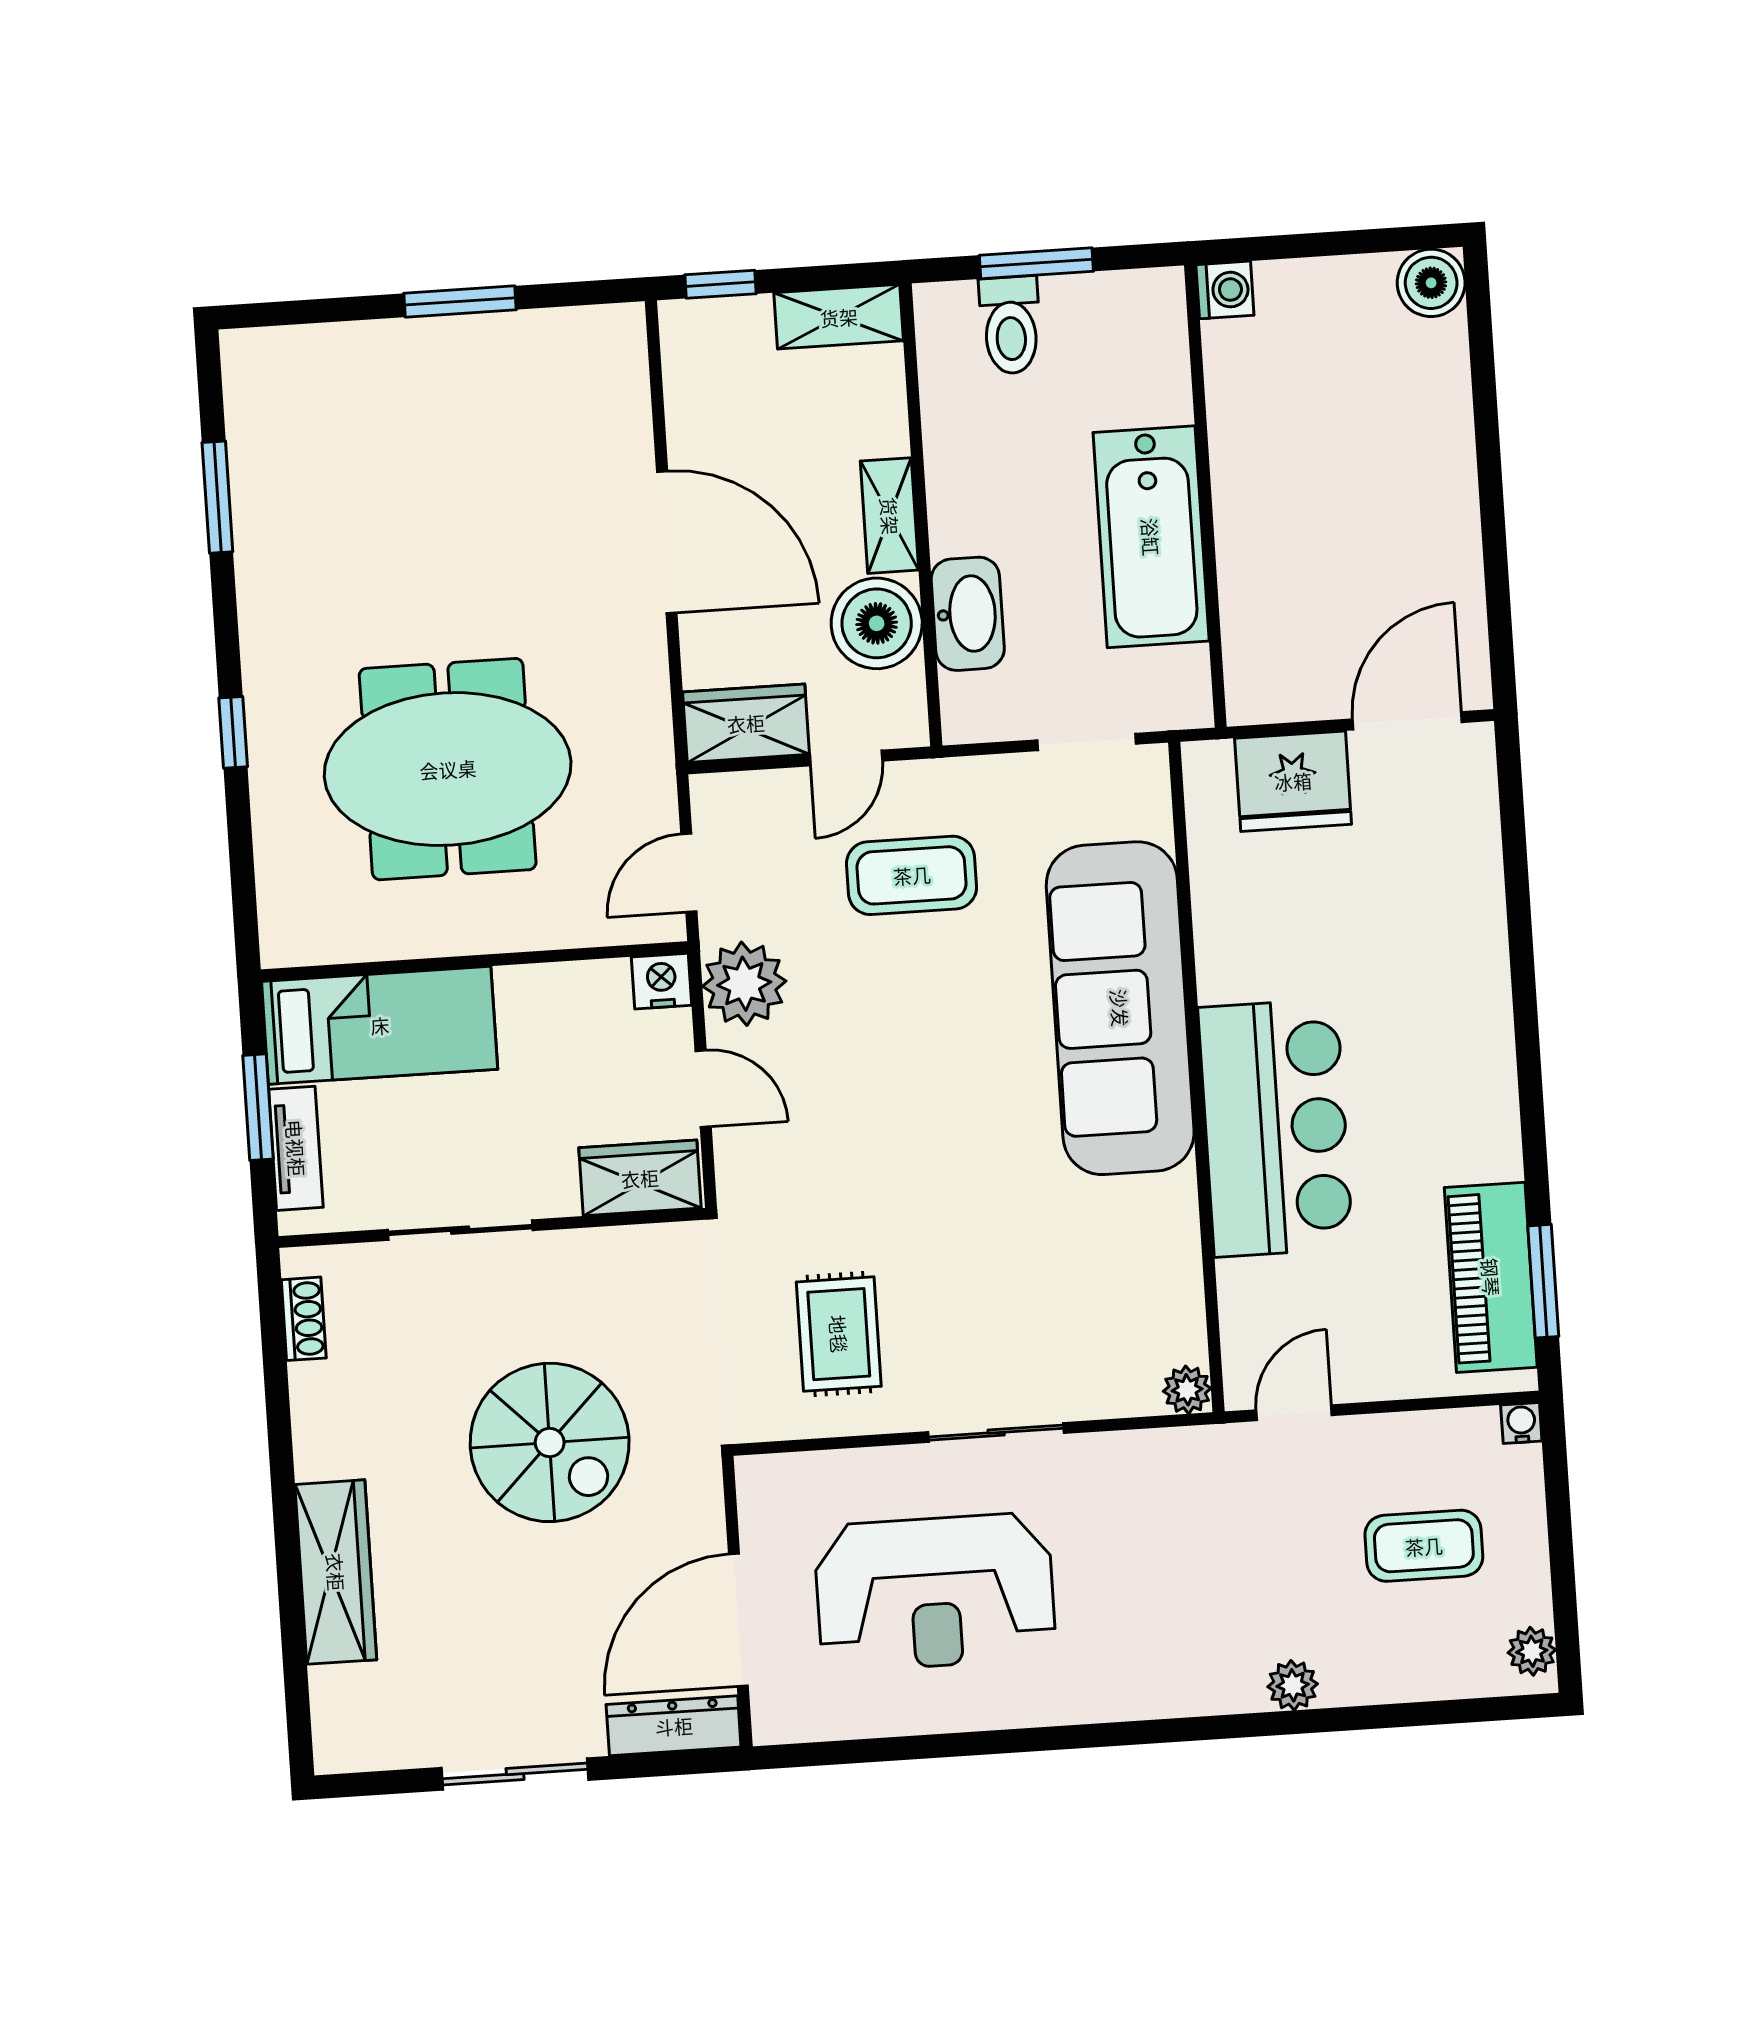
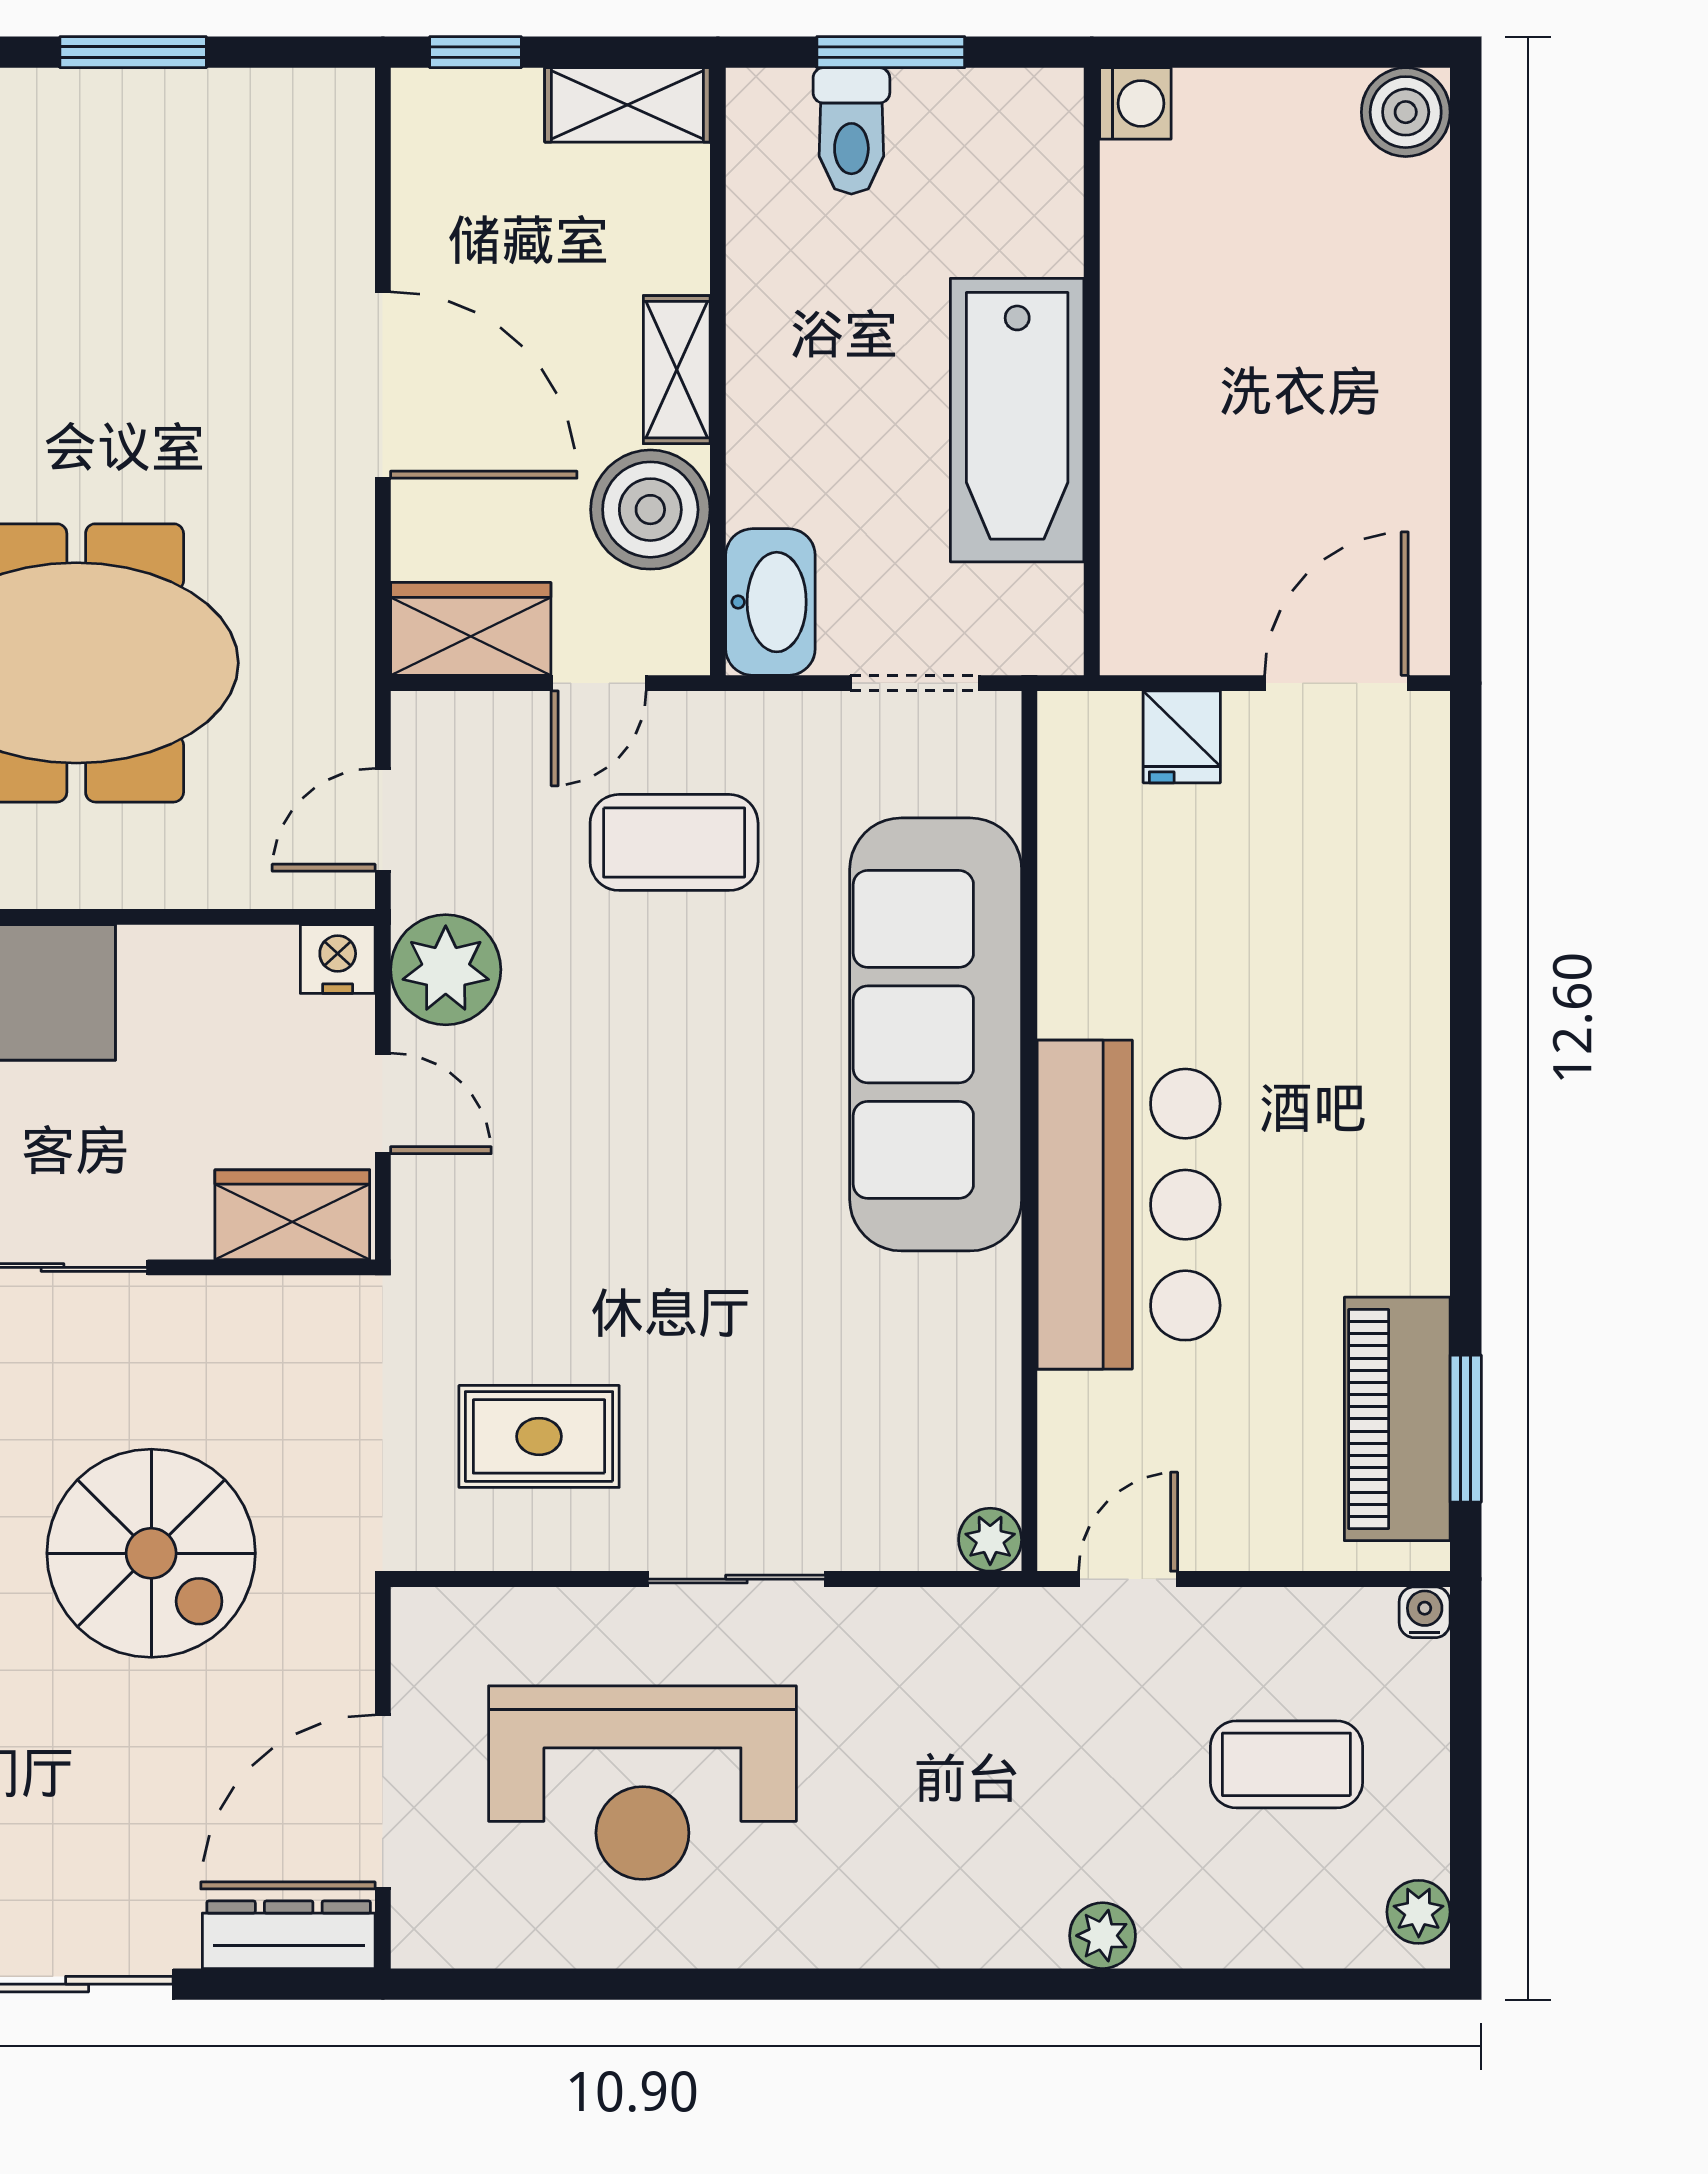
washbasin: (968, 614) -> (770, 602), moved
fridge: (1293, 781) -> (1182, 737), width x0.53, depth x0.75
rug: (839, 1334) -> (539, 1436), turned 90

